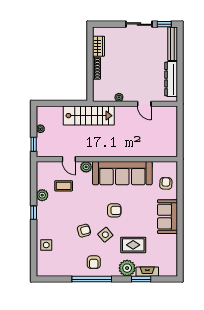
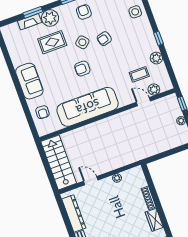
stairs: (89, 116) -> (59, 162), moved, turned 90
plant: (86, 167) -> (154, 89), moved

